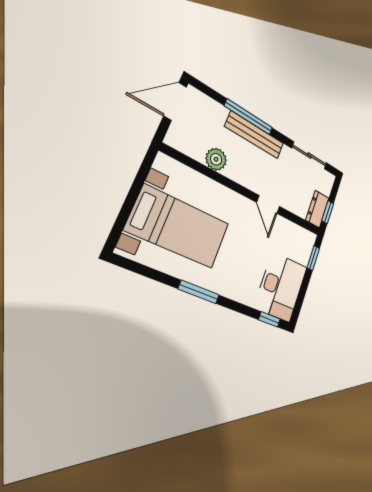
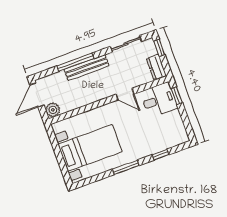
plant: (216, 159) -> (53, 110), moved
window: (328, 212) -> (159, 48), moved
desk: (281, 287) -> (159, 100), moved, width x0.73
window: (269, 319) -> (161, 155), moved

